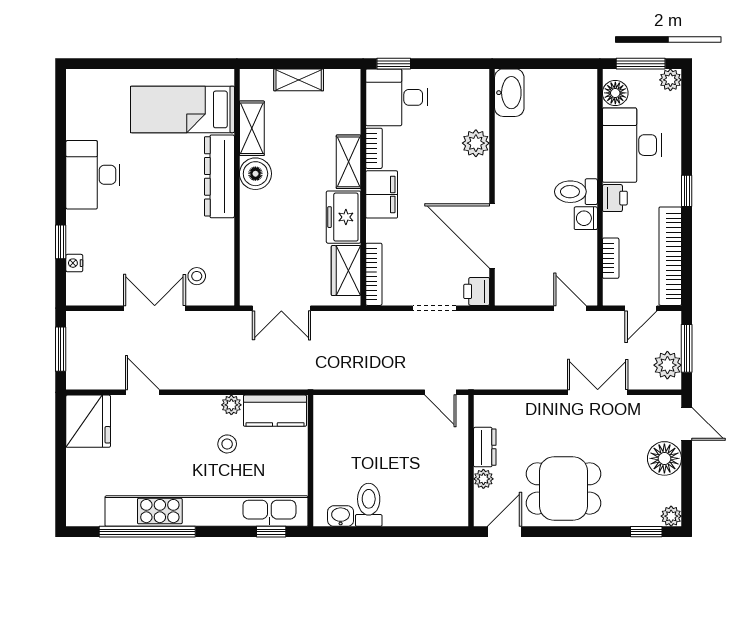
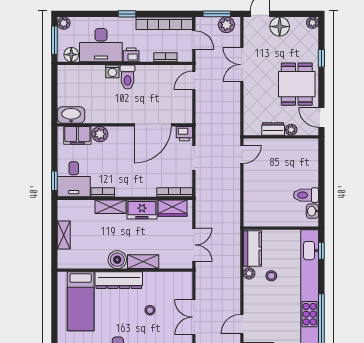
shelving: (252, 128) -> (143, 262), moved
filing cabinet: (382, 194) -> (77, 135), moved, turned 180
washing machine: (586, 218) -> (112, 71), moved
stool: (197, 276) -> (150, 310), moved
window: (646, 532) -> (321, 58), moved

